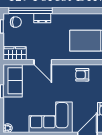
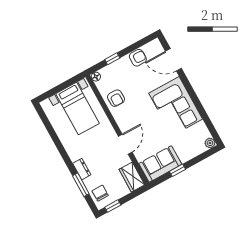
window: (31, 11) -> (81, 185), width x0.47

